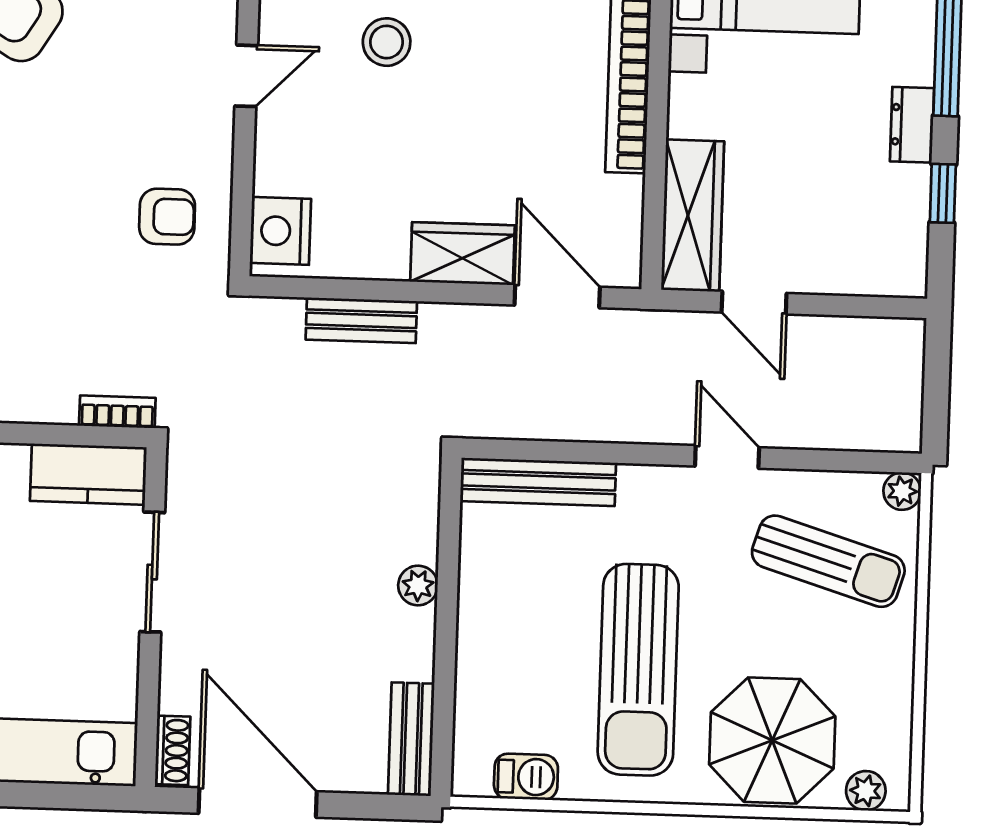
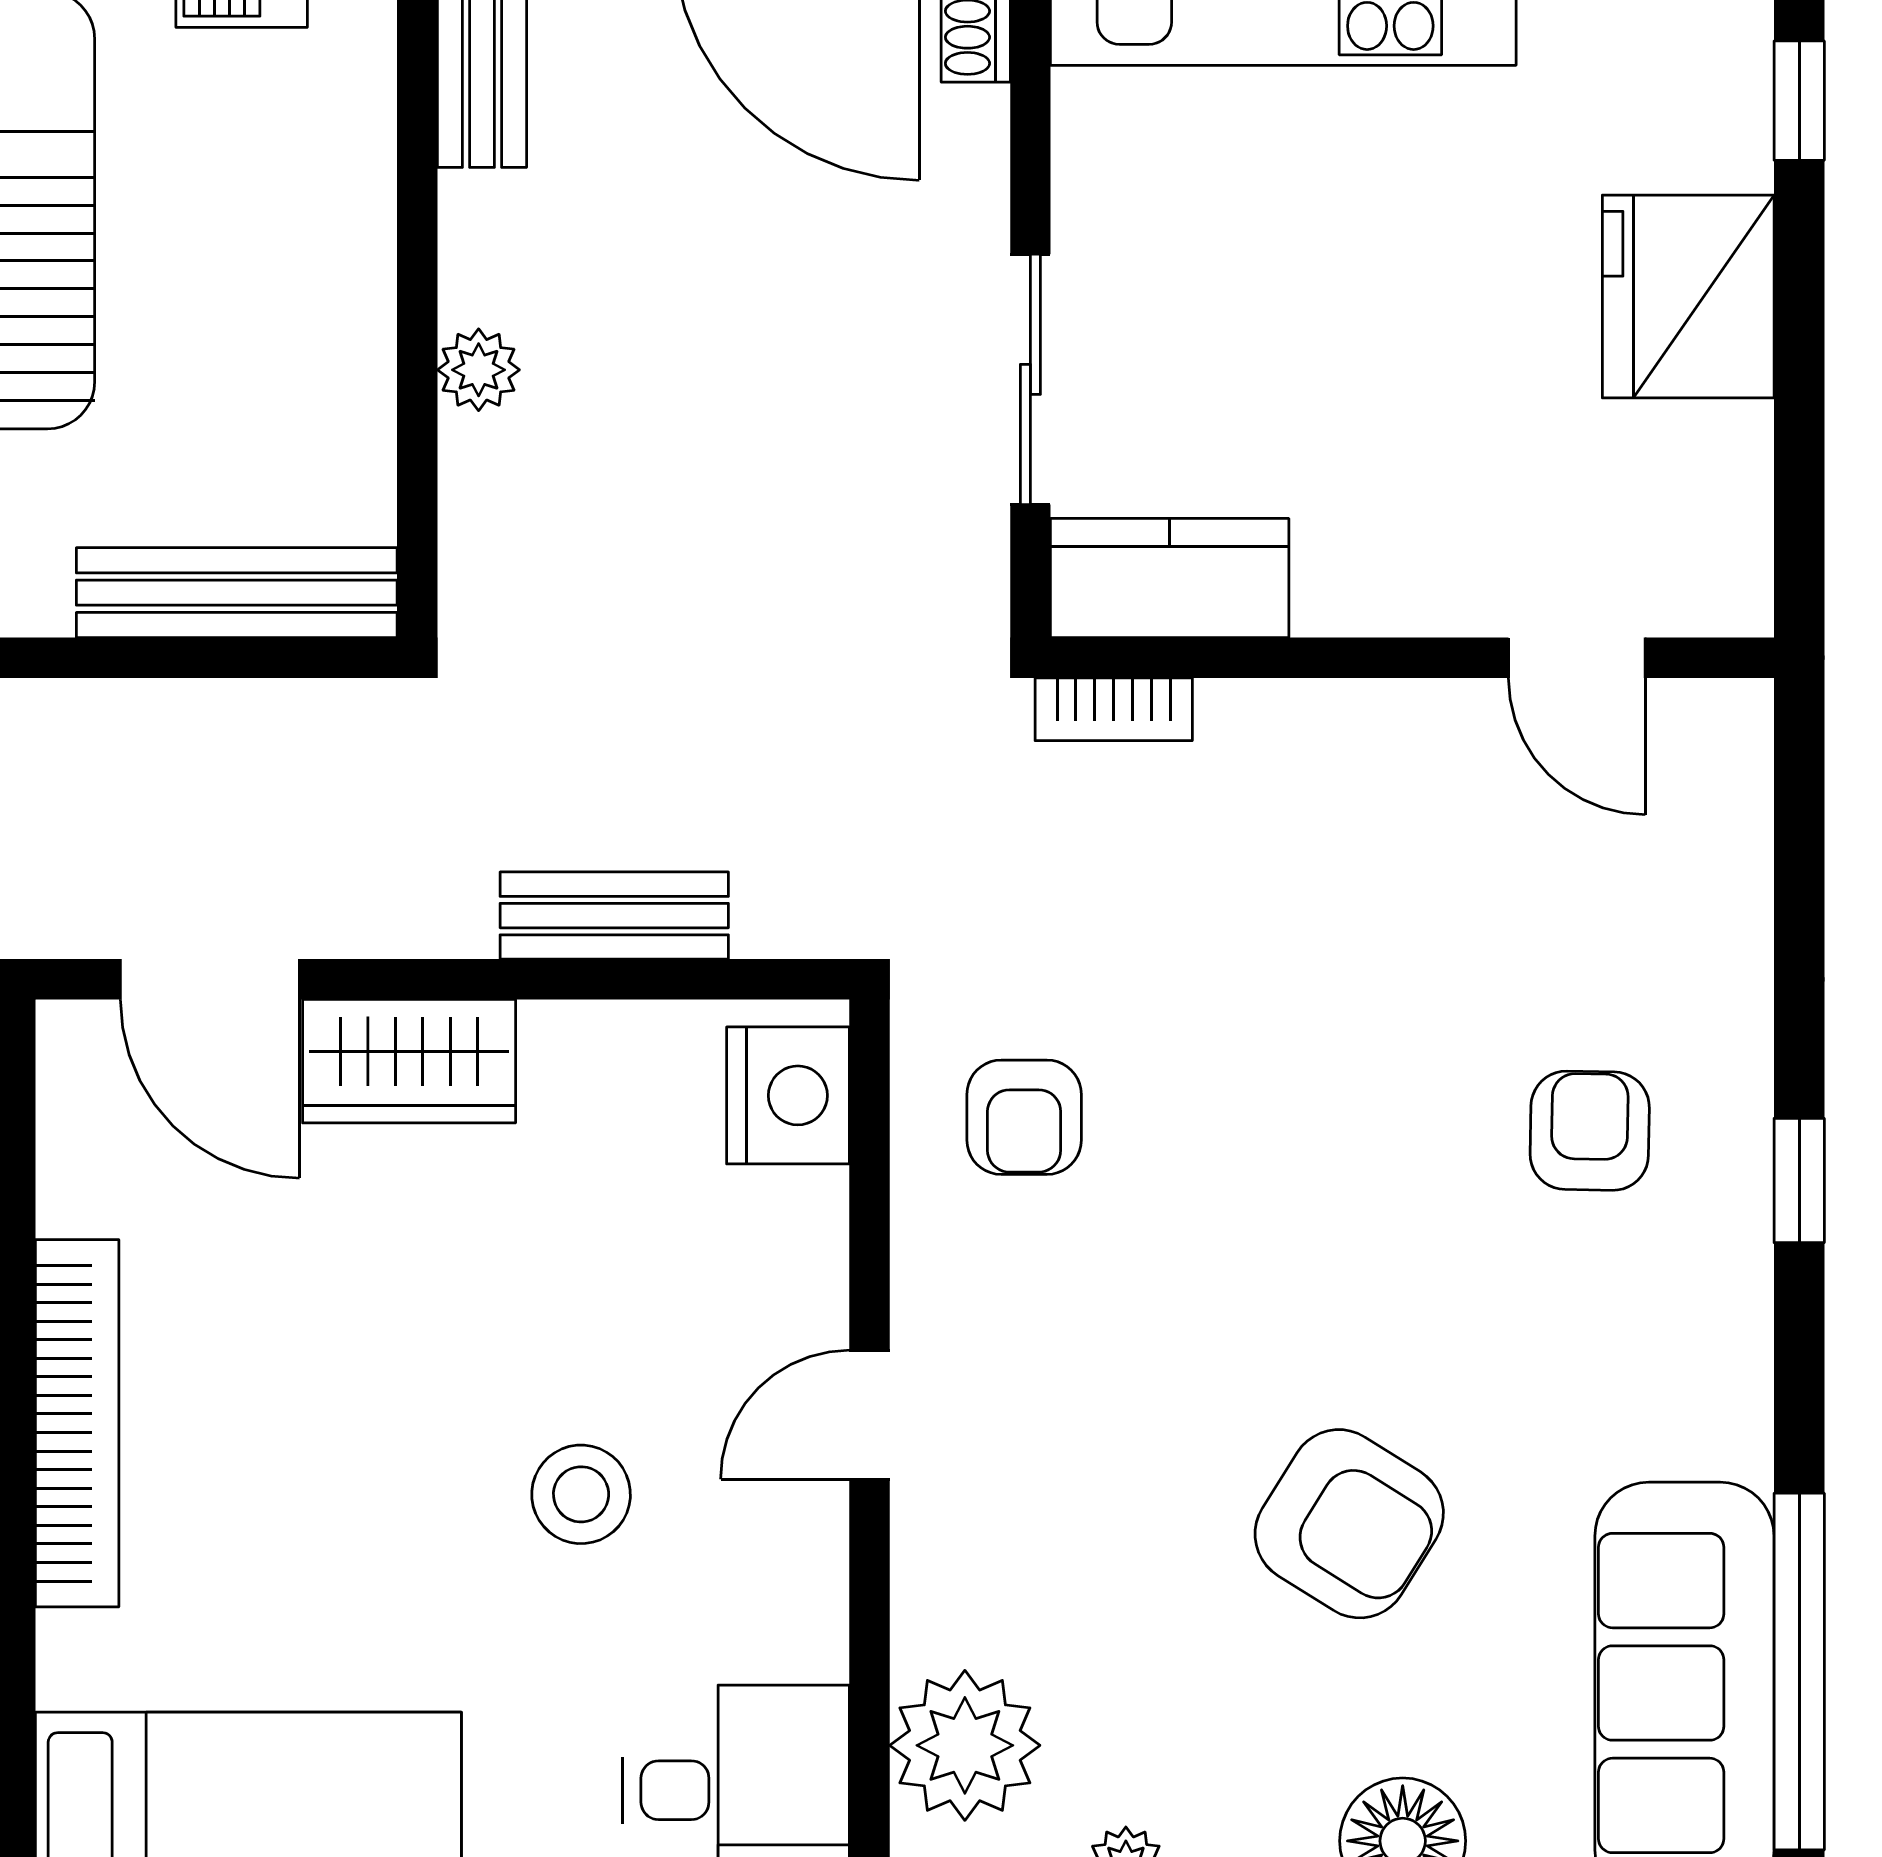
armchair: (167, 217) -> (1024, 1117), turned -90

